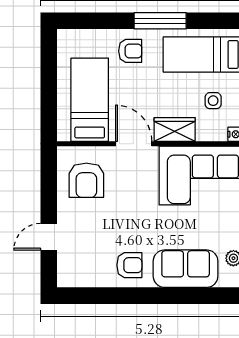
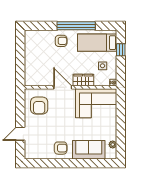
window: (160, 21) -> (76, 26), width x1.46
bed: (90, 100) -> (41, 65), removed

